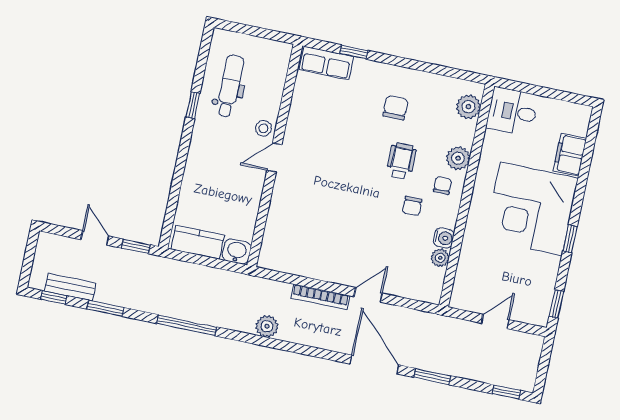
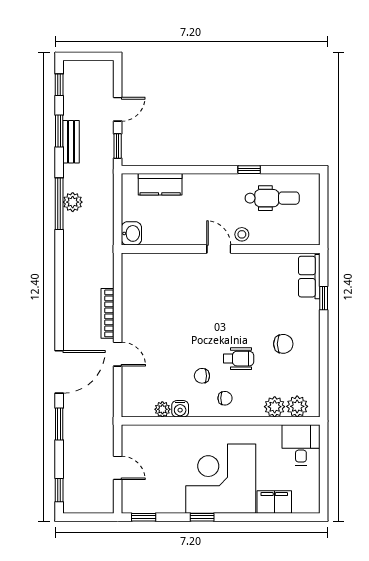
plant: (458, 158) -> (275, 407), moved
kitchen counter: (198, 242) -> (160, 184), moved, turned 90
bench: (70, 287) -> (71, 142), moved
plant: (267, 326) -> (73, 202), moved

